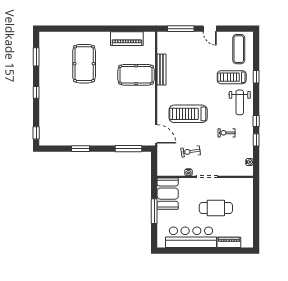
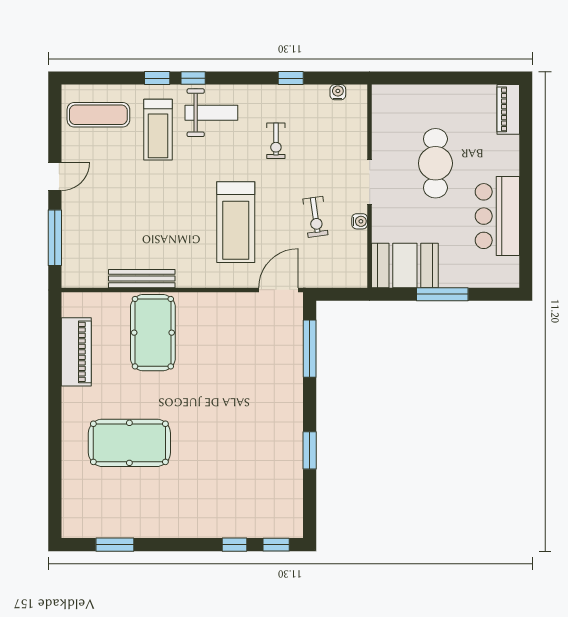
window: (36, 92) -> (234, 545), moved
window: (256, 121) -> (193, 78), moved
bar counter: (191, 237) -> (497, 216), width x0.73
piano: (229, 242) -> (508, 109), moved

